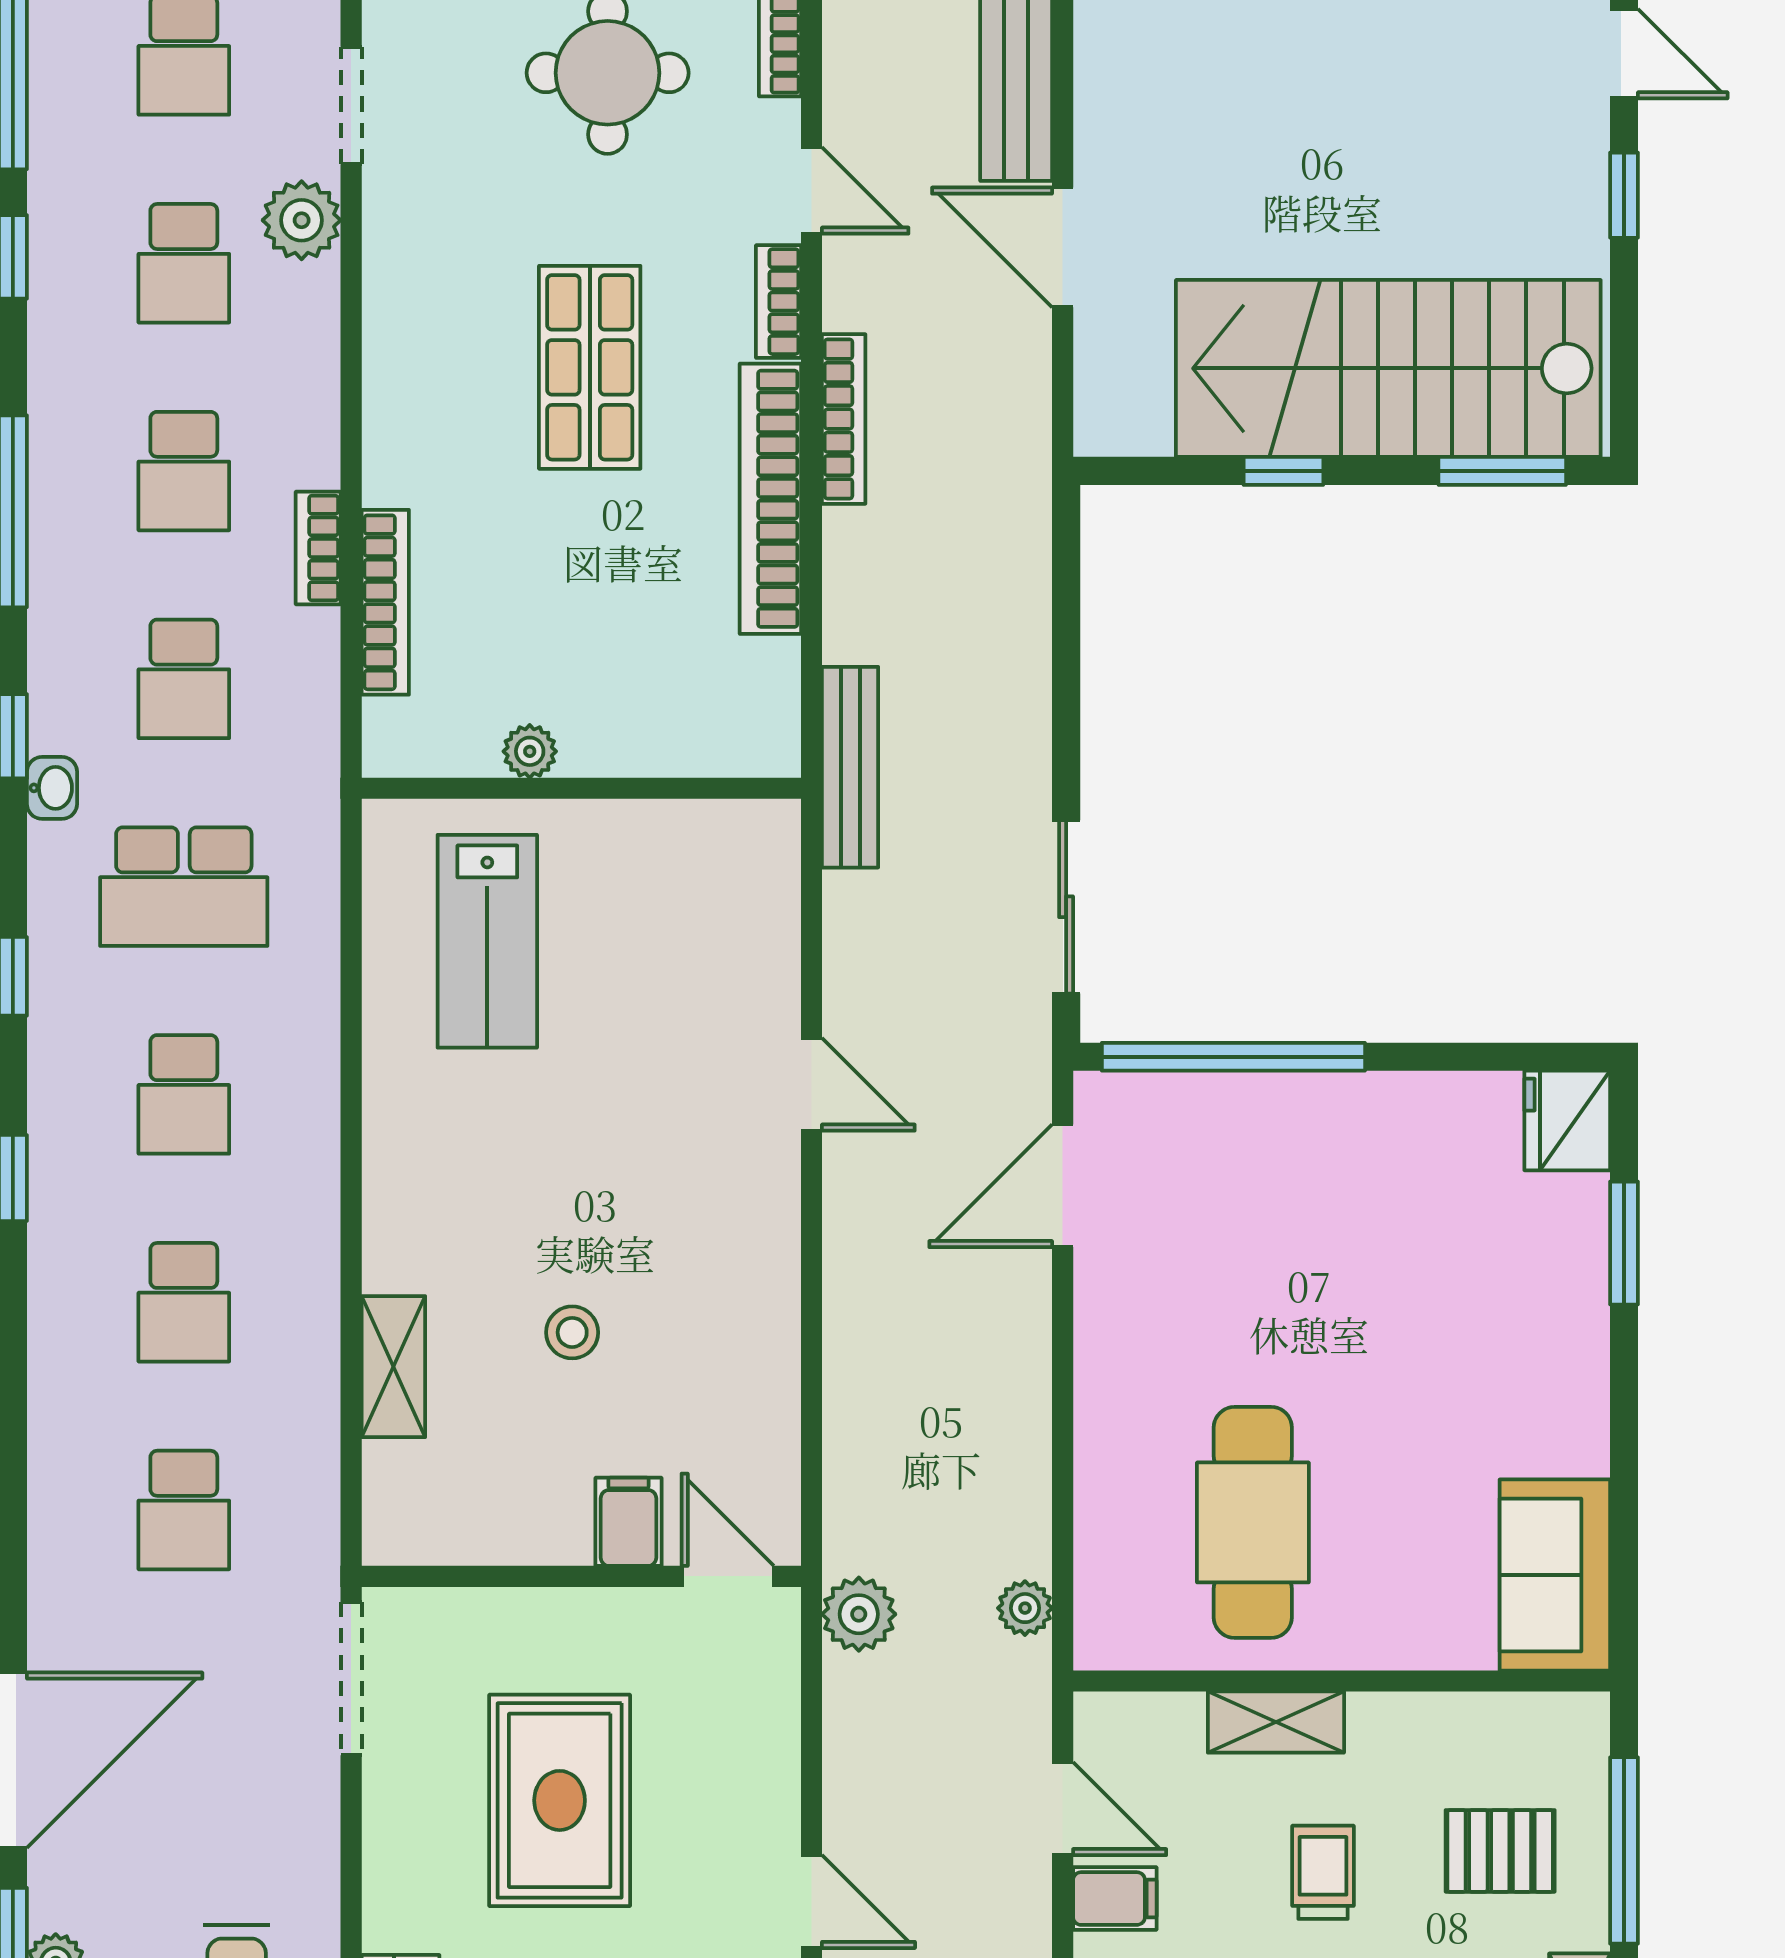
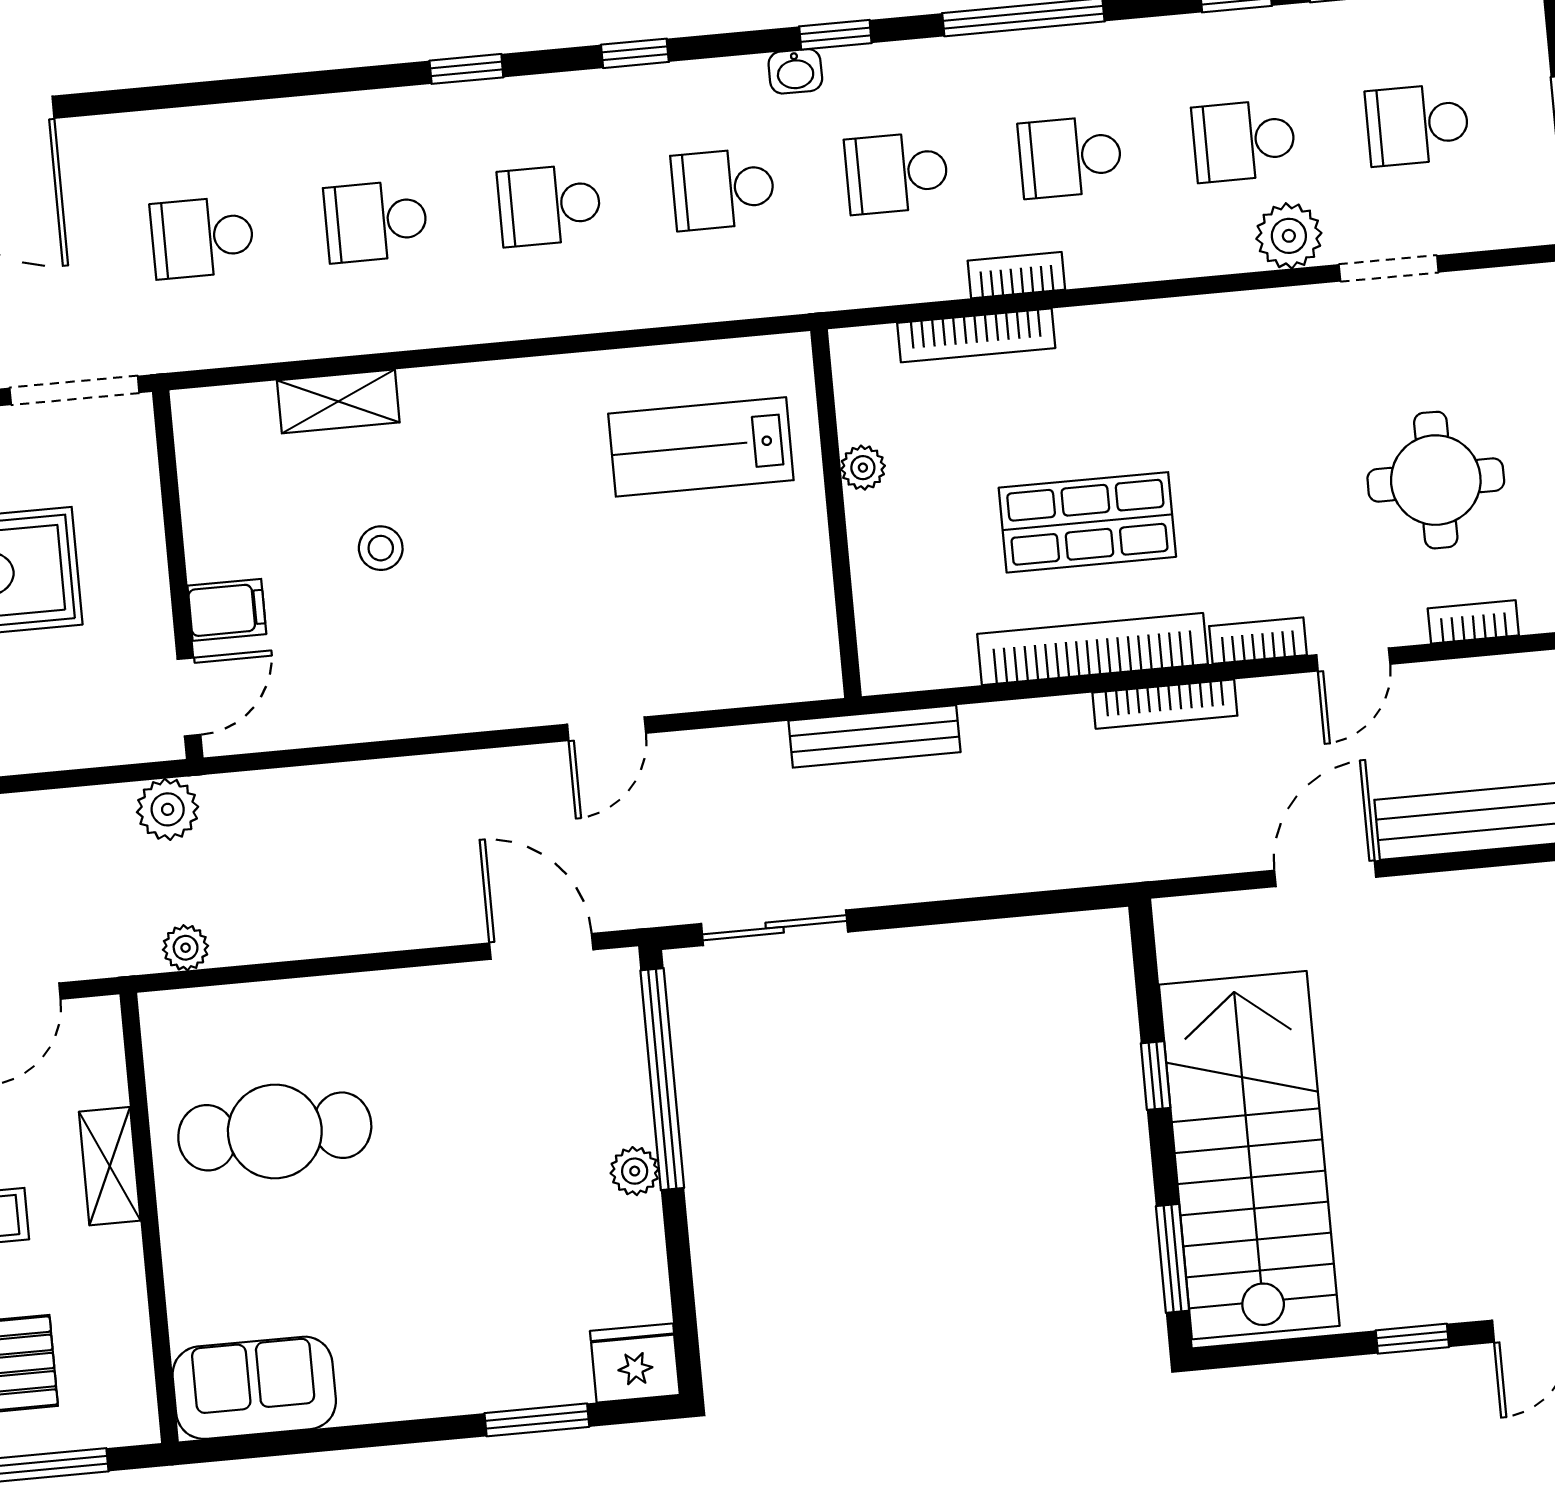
shop shelf: (590, 367) -> (1087, 522), moved
school desk: (184, 887) -> (723, 189), width x0.54
plant: (1339, 1100) -> (635, 1171), added

